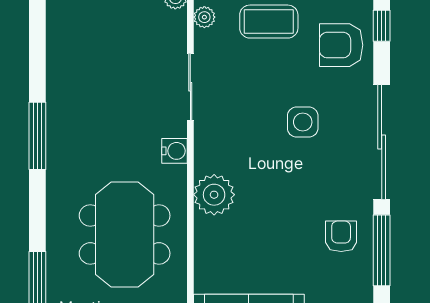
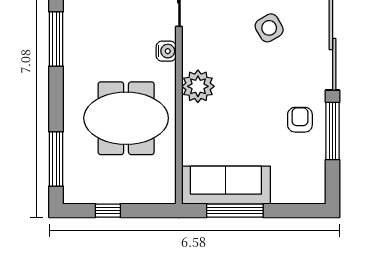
side table: (303, 122) -> (269, 28), turned -30
meeting table: (125, 234) -> (126, 118), turned 90

